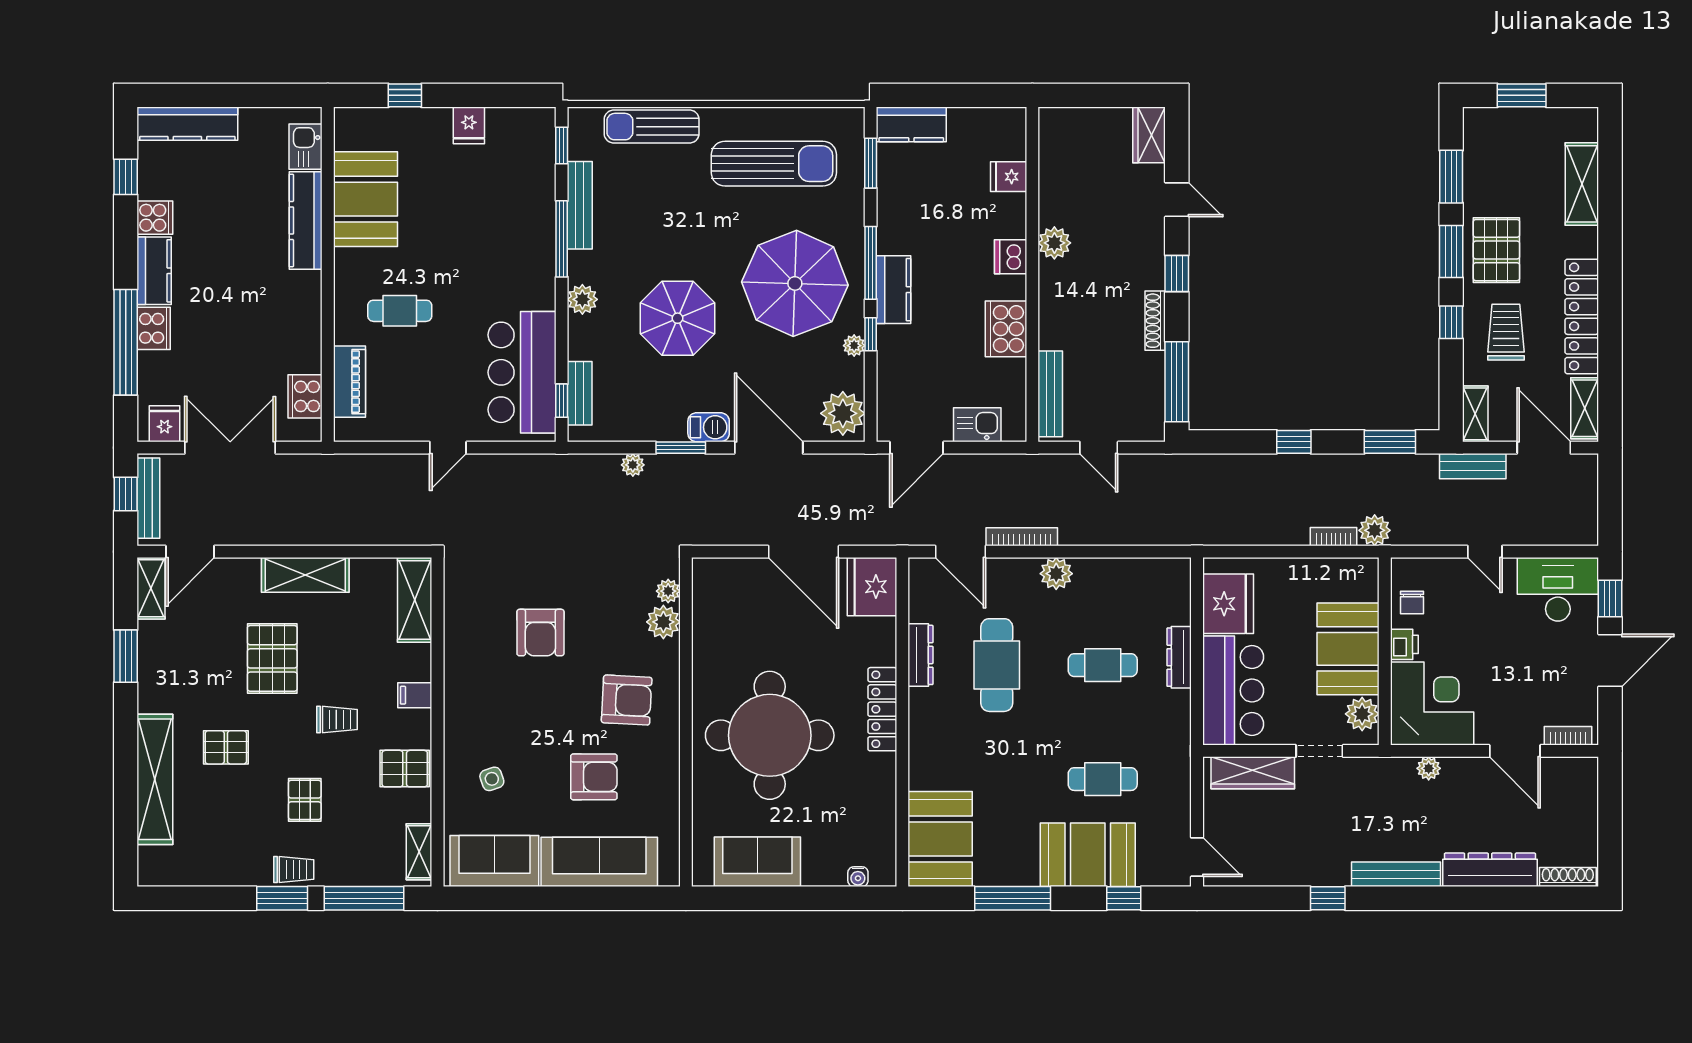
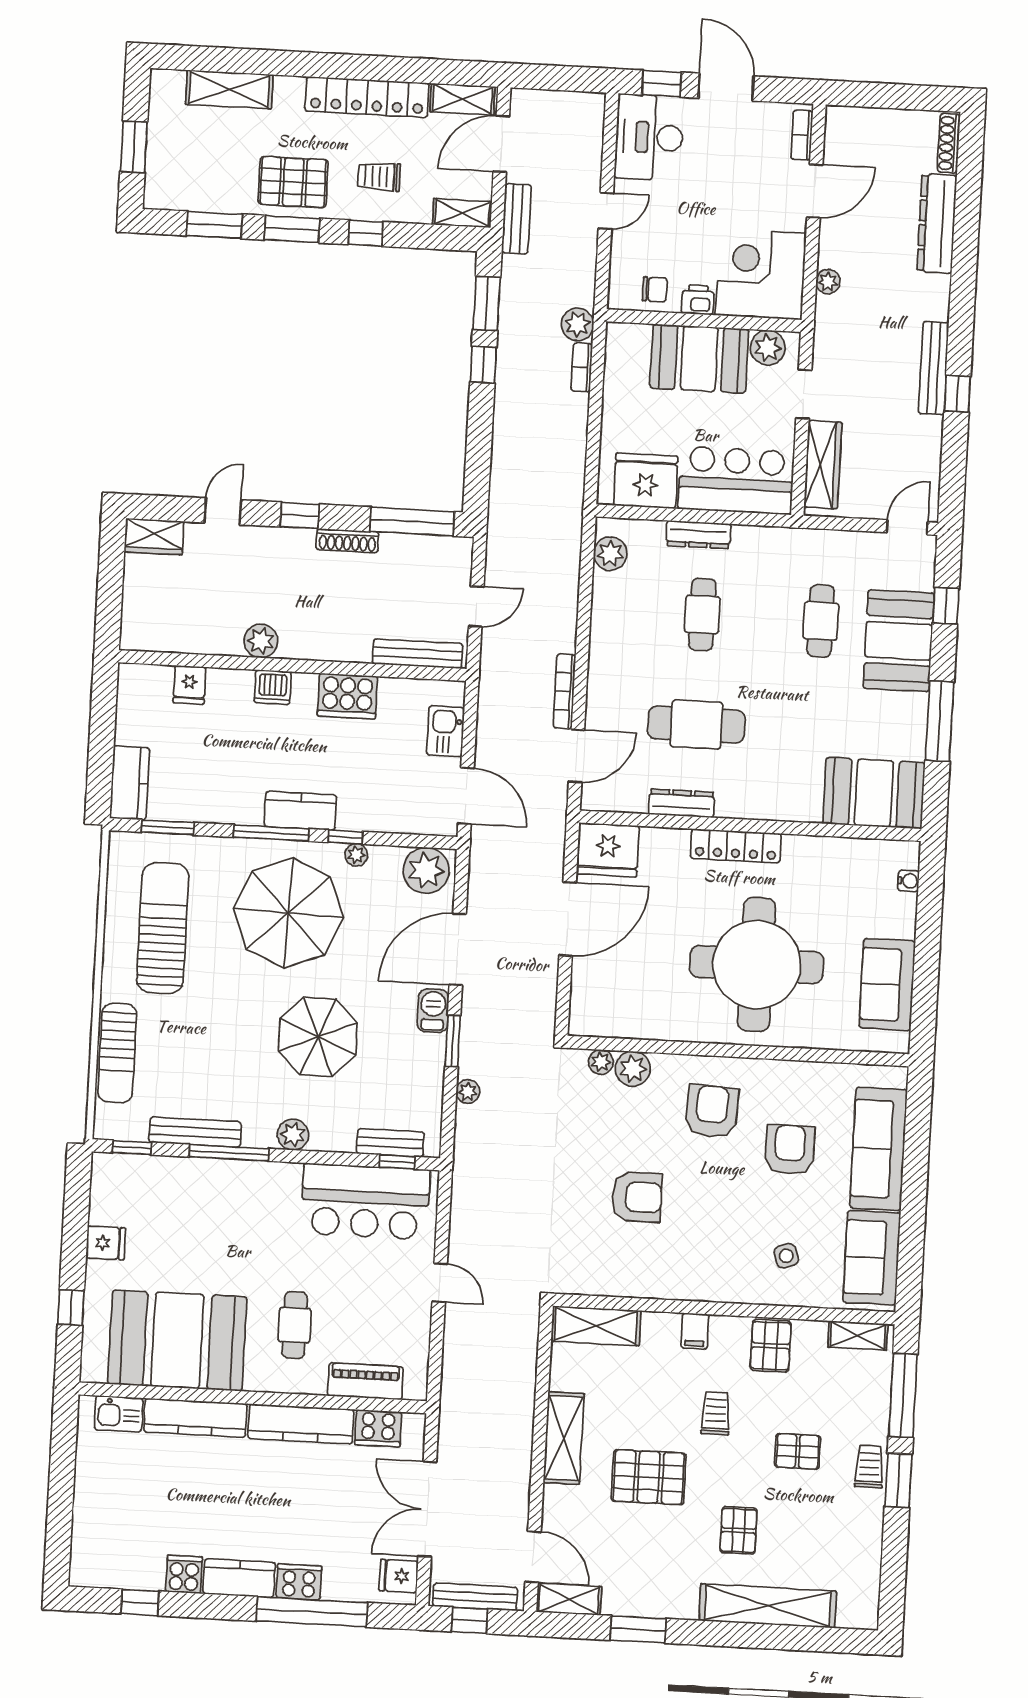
kitchen counter: (187, 124) -> (301, 1424), moved, turned 90
booth: (365, 199) -> (177, 1340), width x1.36, depth x1.42
trolley: (1506, 332) -> (379, 177), width x0.73, depth x0.72
window: (1294, 442) -> (483, 365), moved
plant: (1056, 574) -> (610, 554), moved
bench: (1396, 874) -> (934, 368), moved

